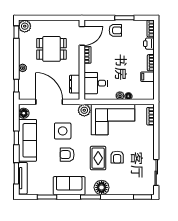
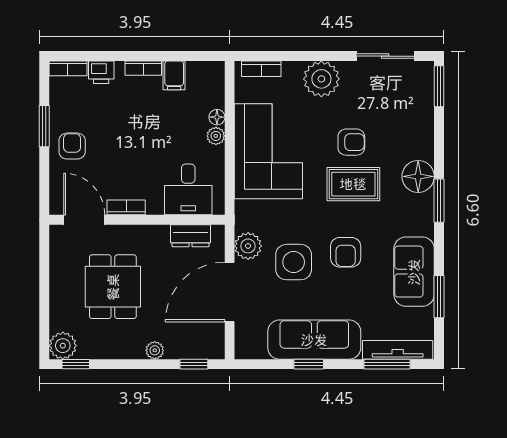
plant: (84, 110) -> (248, 246), moved
floor lamp: (24, 113) -> (255, 348), removed
plant: (146, 144) -> (321, 79), added
sofa: (69, 186) -> (414, 272), moved

